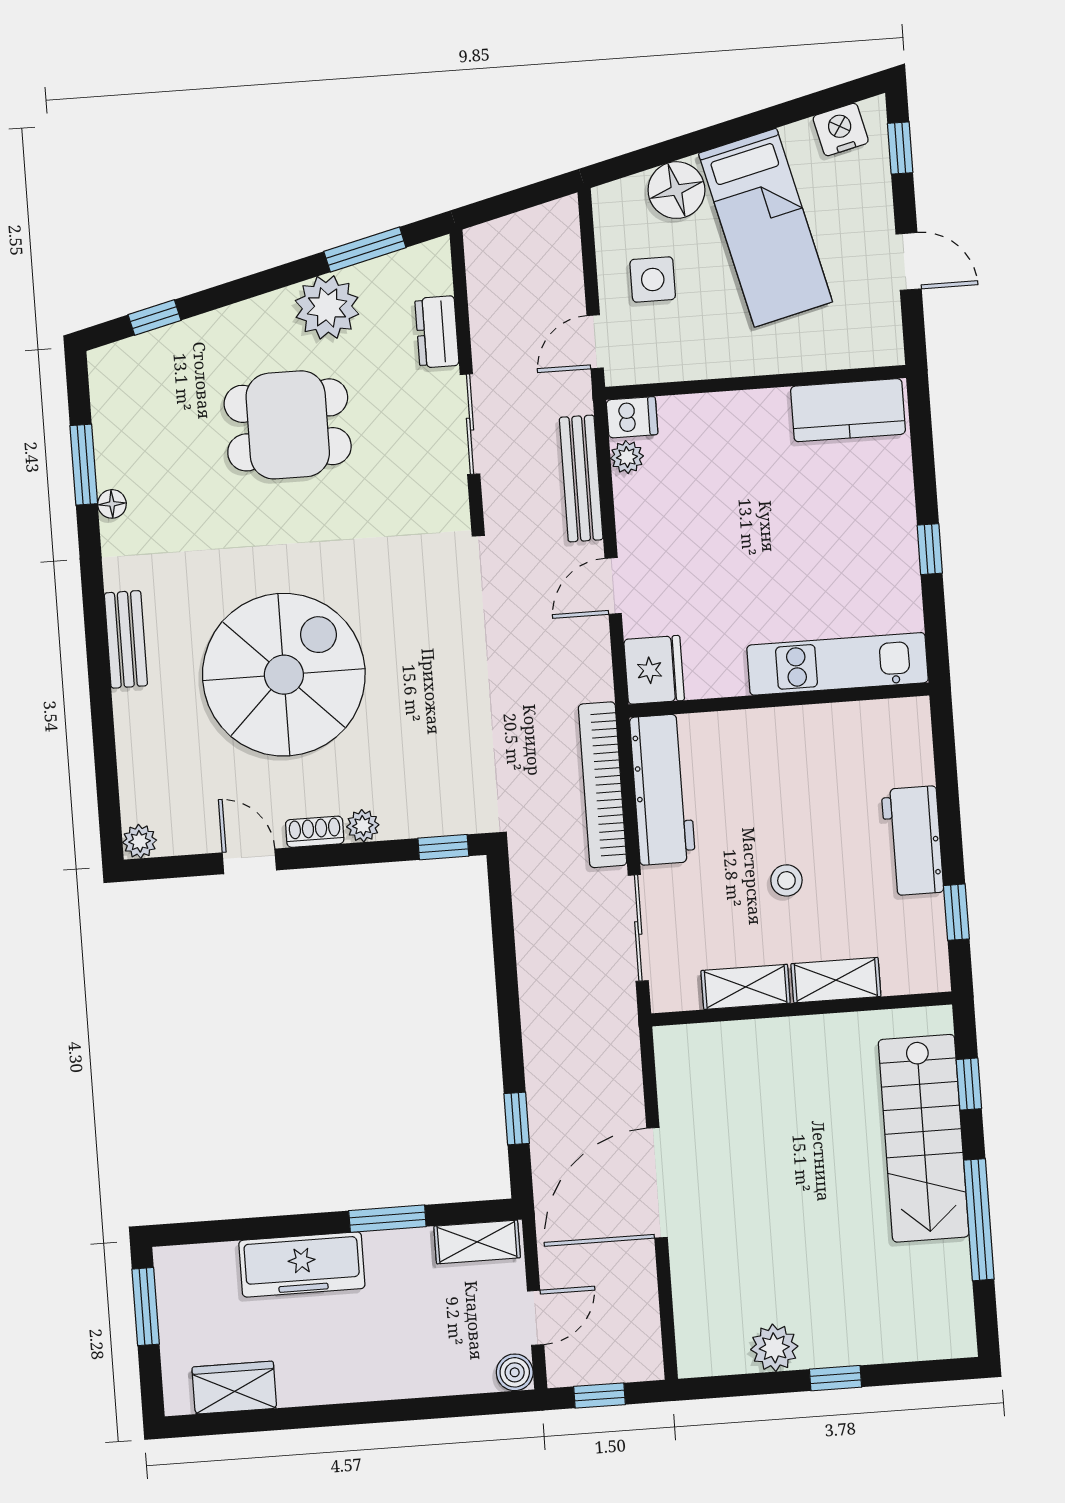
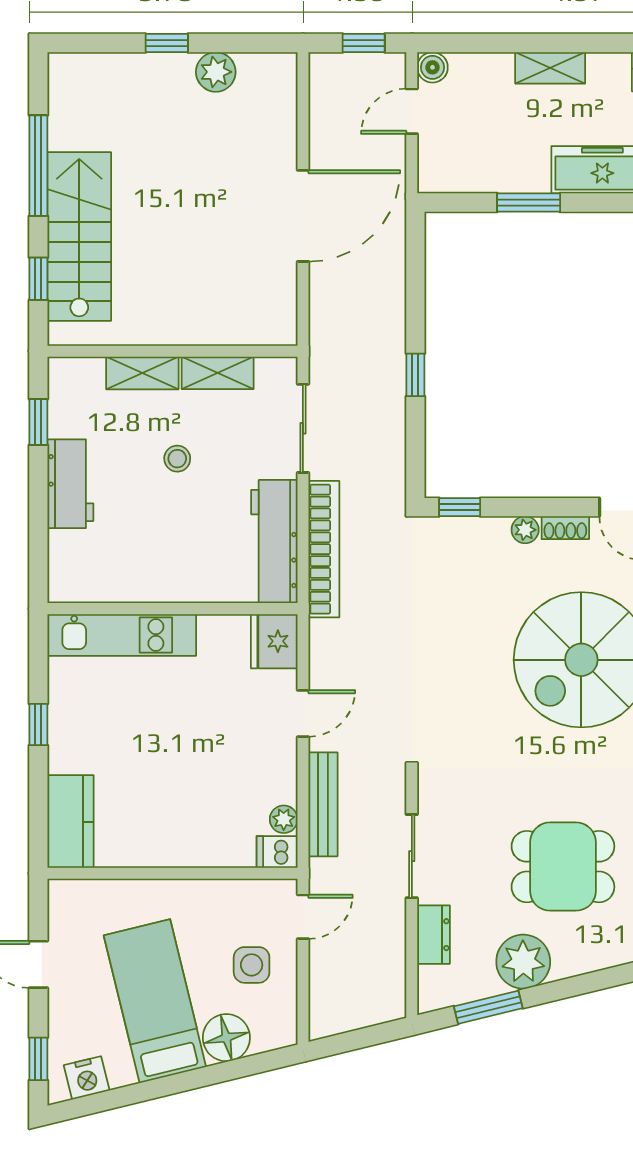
kitchen counter: (848, 410) -> (71, 822), moved, turned 90
window: (517, 1119) -> (415, 375), moved
shelving: (477, 1242) -> (550, 68), moved

